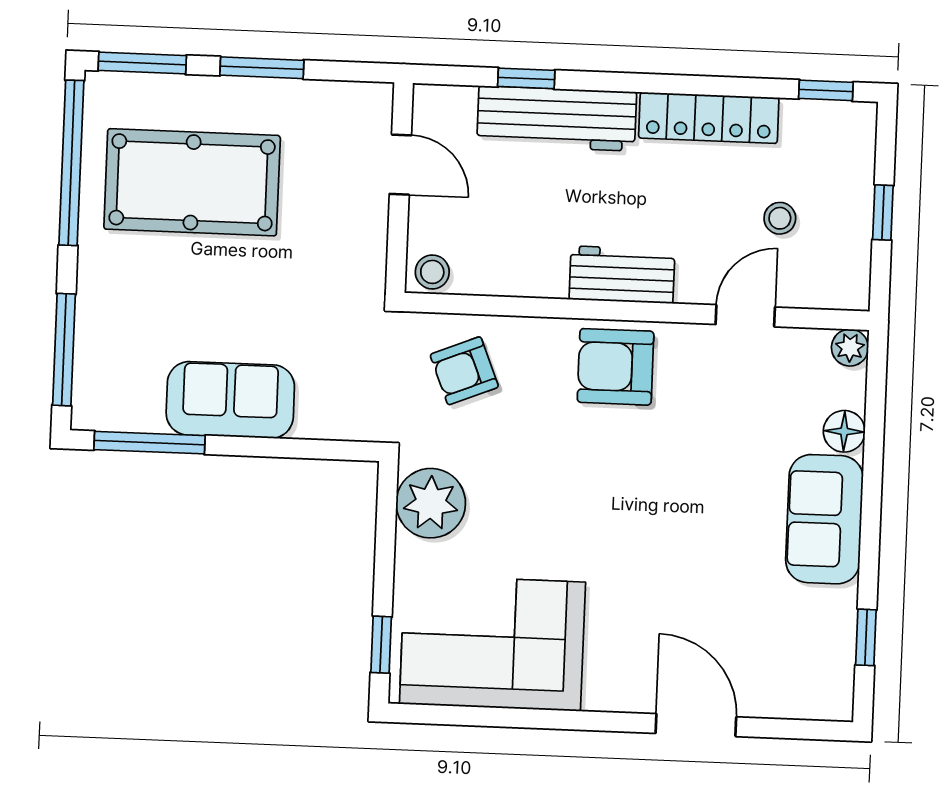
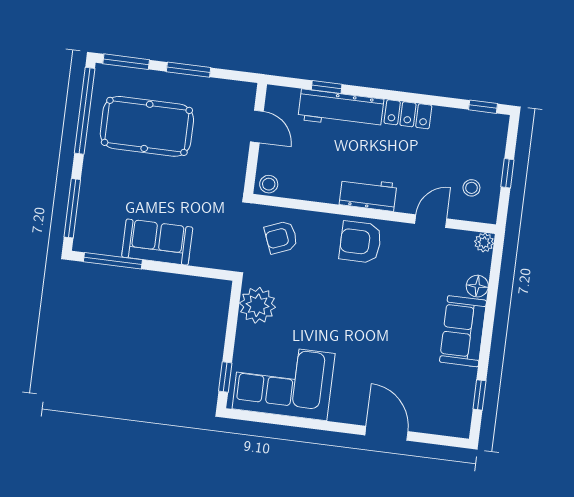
locker: (709, 118) -> (408, 114), width x0.66
stool: (780, 218) -> (471, 188), moved

